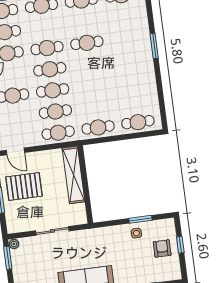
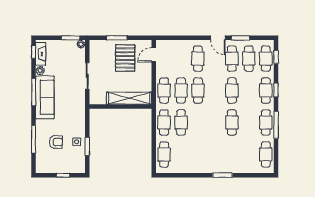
cafe table: (50, 69) -> (181, 122), moved
armchair: (162, 248) -> (56, 142), moved

